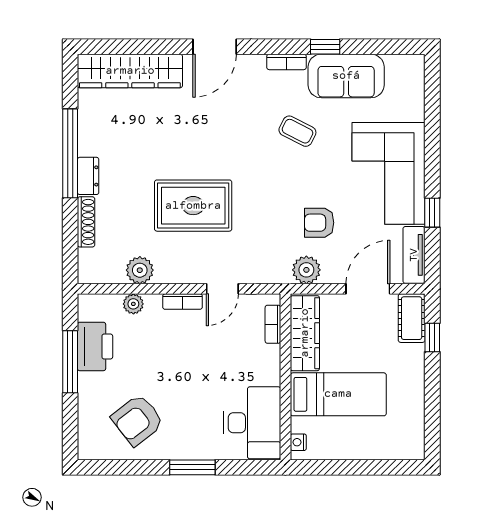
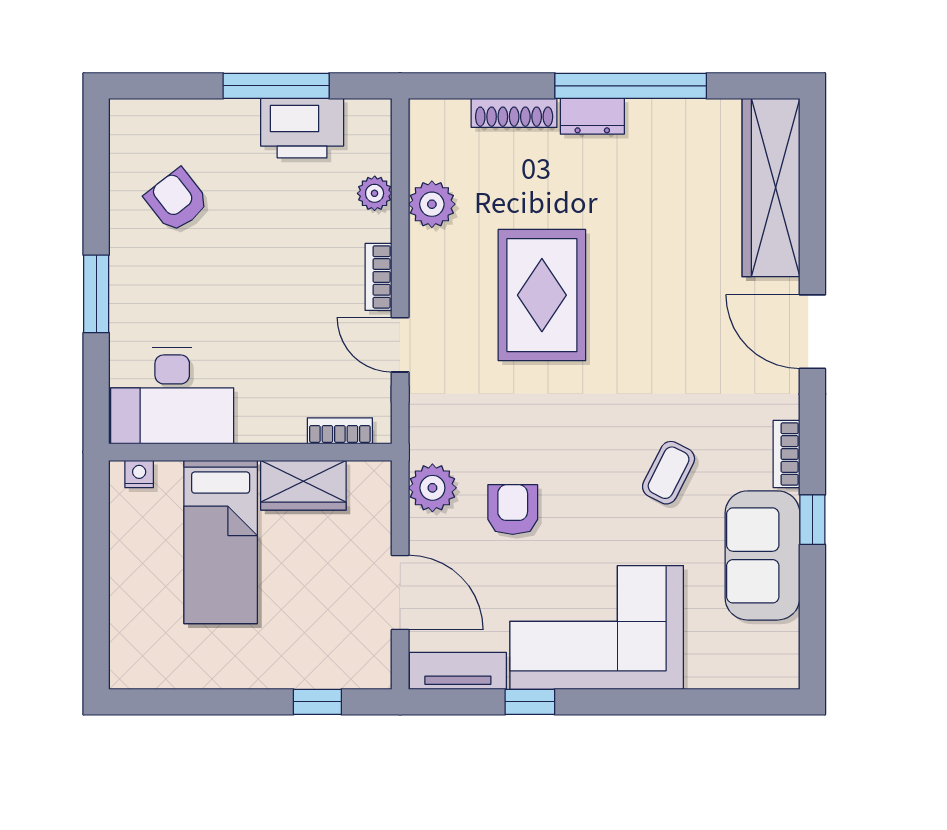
cot: (412, 318) -> (350, 667), removed
wardrobe: (305, 333) -> (303, 485), width x0.67
armchair: (137, 420) -> (177, 200), width x0.72, depth x0.72

